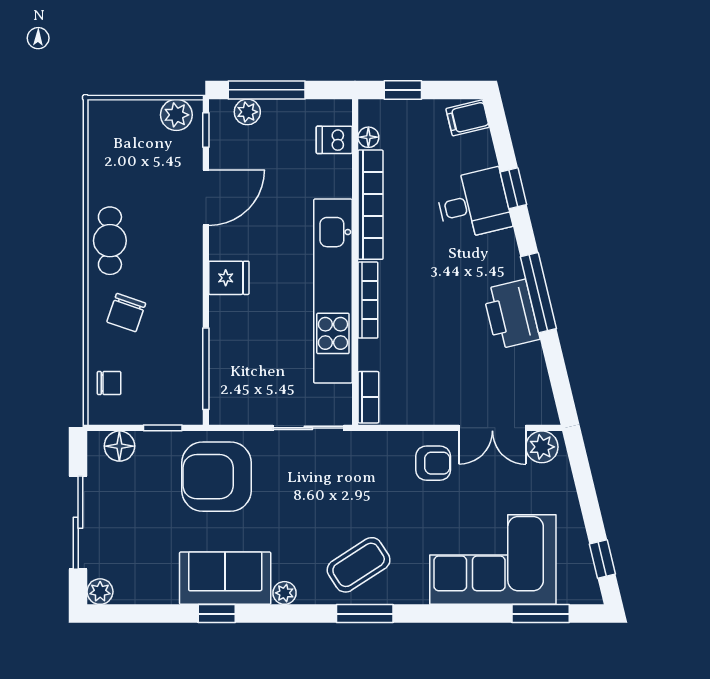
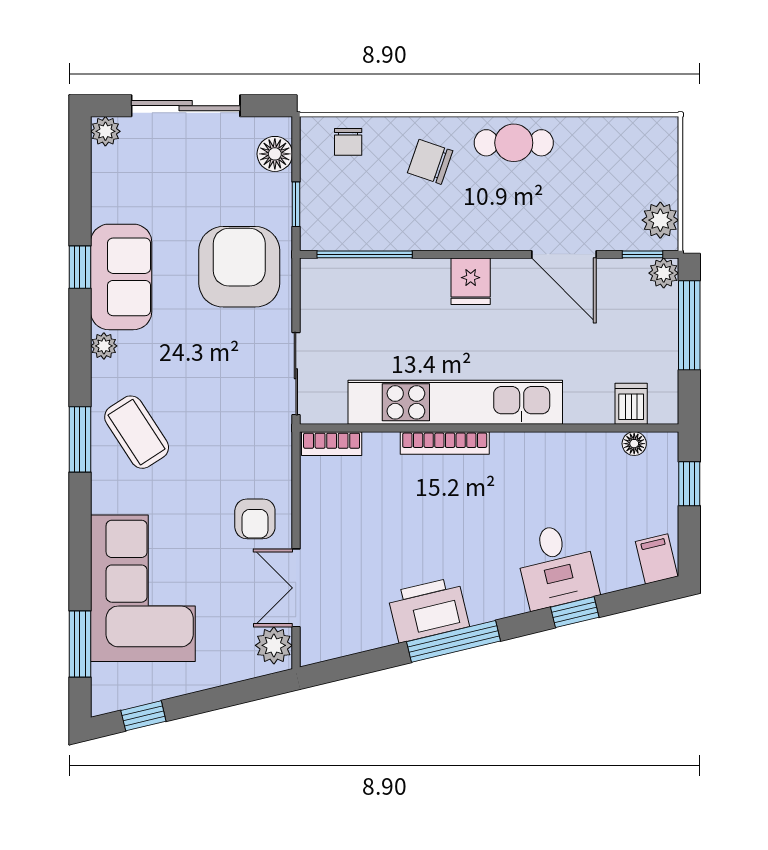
plant: (247, 112) -> (664, 273), moved
bookcase: (371, 205) -> (556, 446), removed

